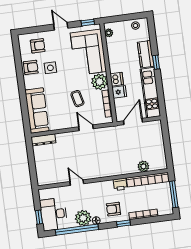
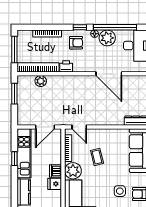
window: (156, 62) -> (14, 159), moved
fridge: (119, 92) -> (55, 184), moved
door: (86, 128) -> (79, 127), moved
window: (168, 150) -> (14, 94), added
door: (77, 183) -> (109, 74), width x1.87
window: (123, 223) -> (80, 27), moved

